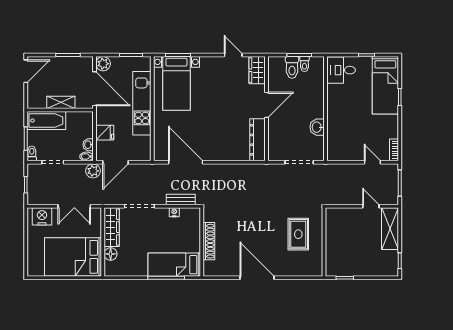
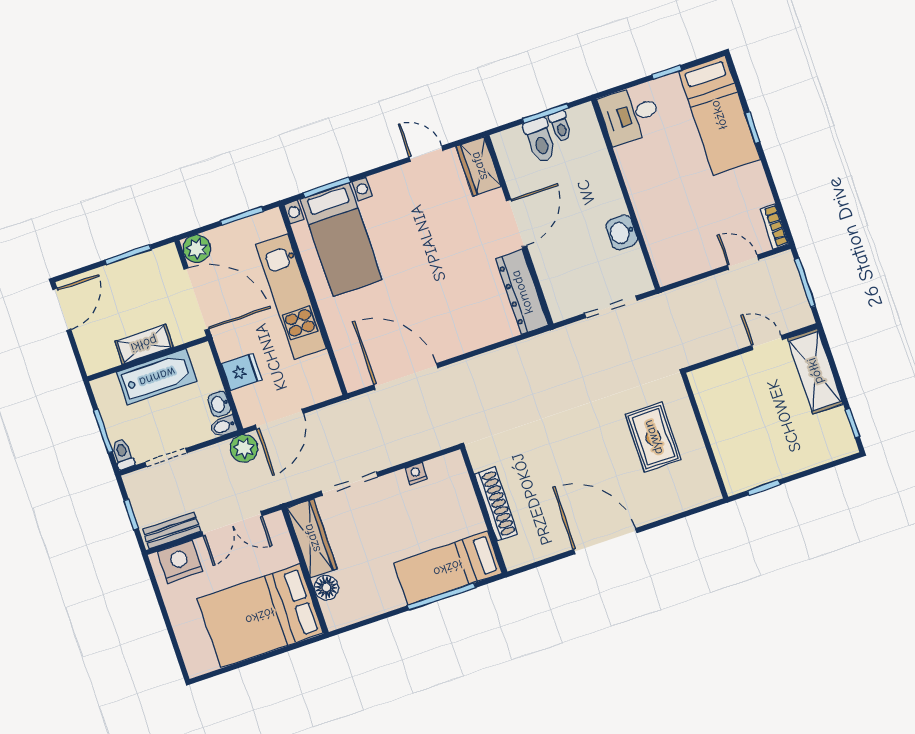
bathtub: (46, 121) -> (157, 377), moved
bench: (181, 199) -> (172, 530), moved

